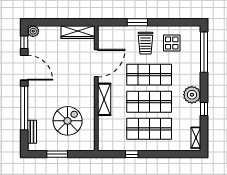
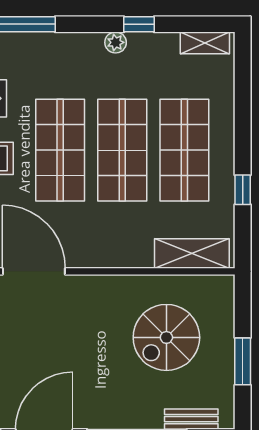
plant: (192, 95) -> (116, 42), width x0.53, depth x0.53
shelving: (104, 99) -> (192, 253), moved
spiral stairs: (68, 121) -> (166, 337), turned -90

